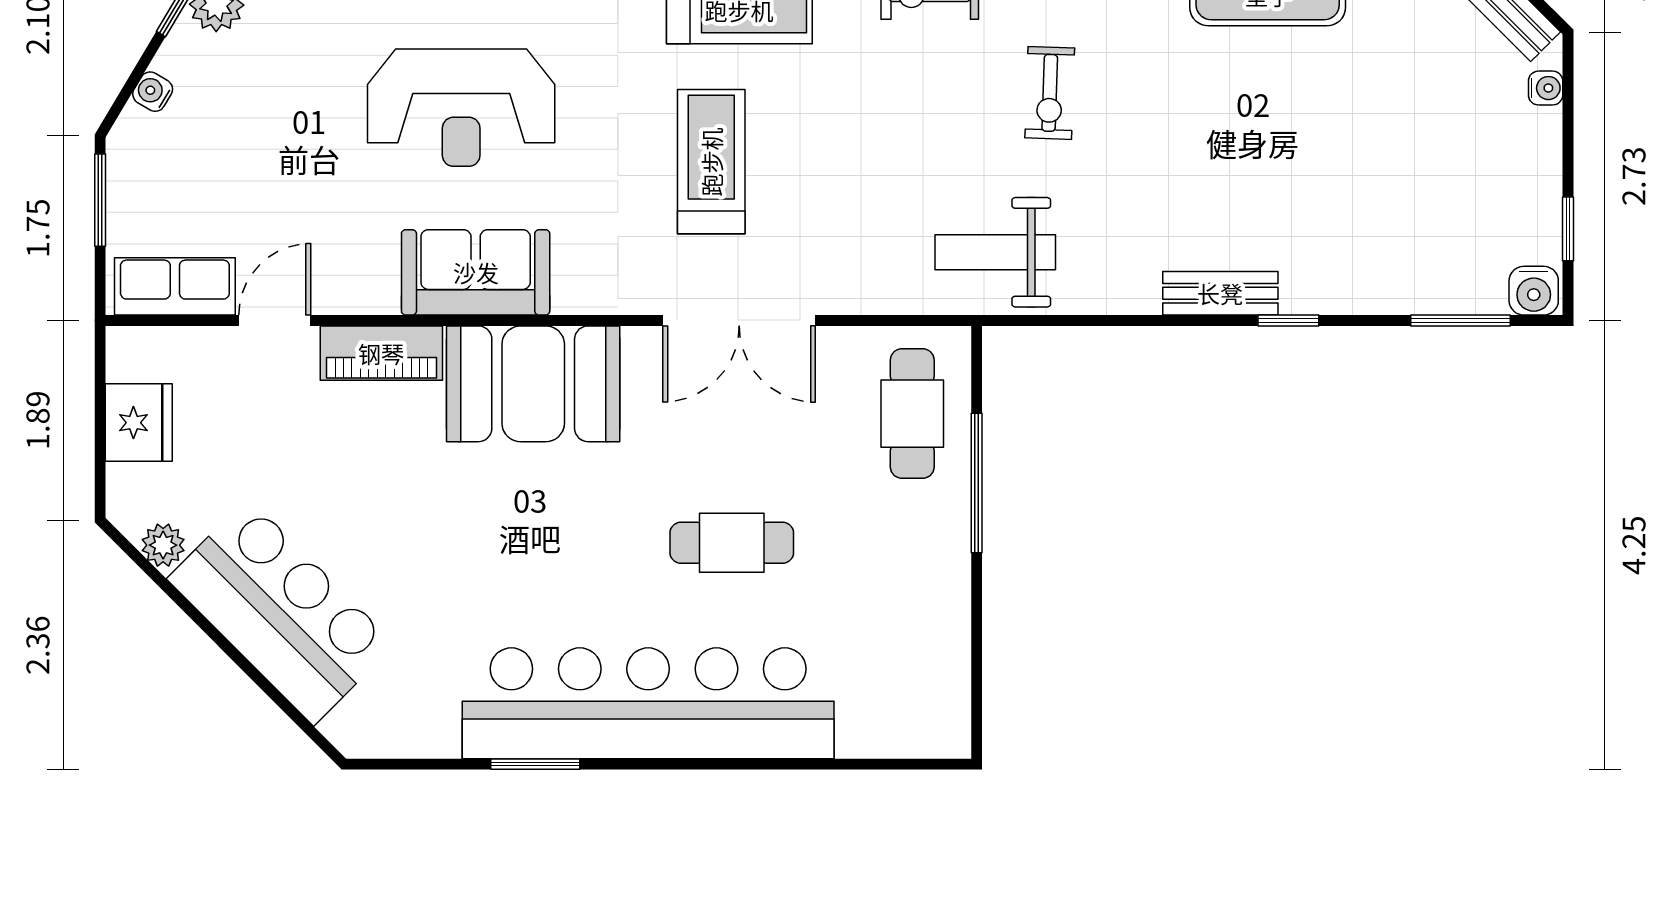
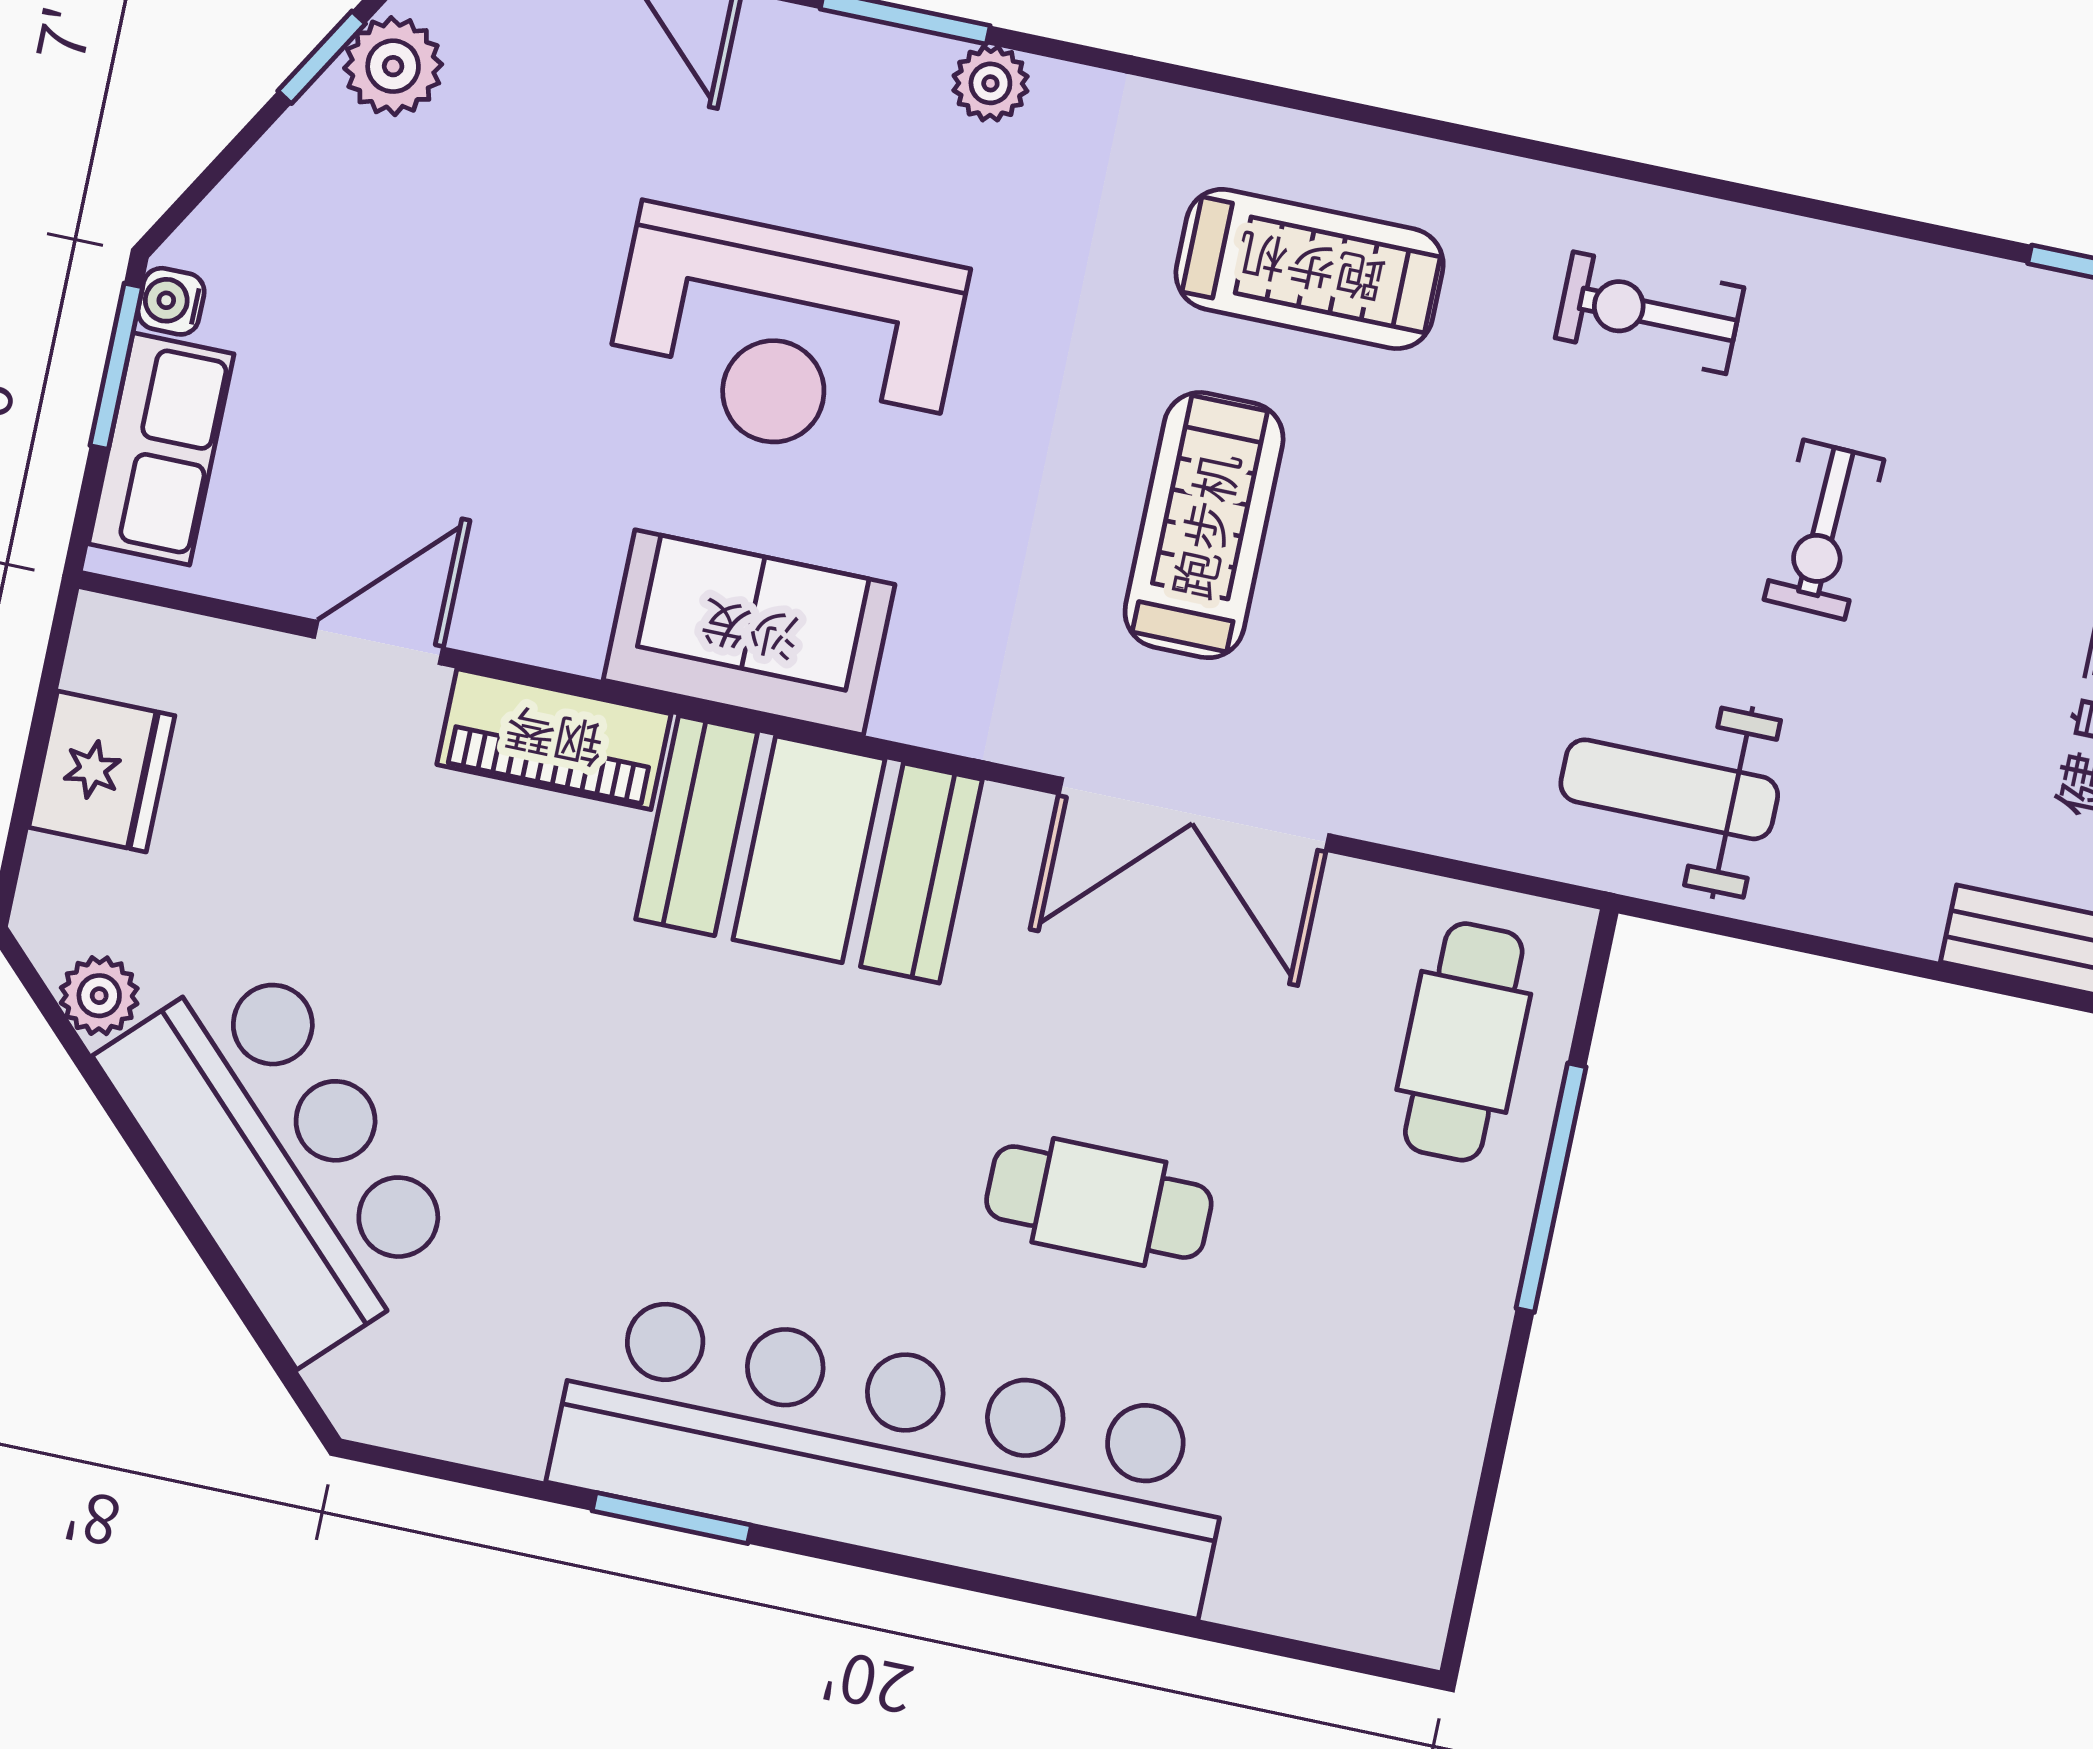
water cooler: (153, 92) -> (171, 301), moved, turned -31
row of seats: (175, 286) -> (161, 449), moved, turned 90

